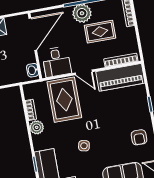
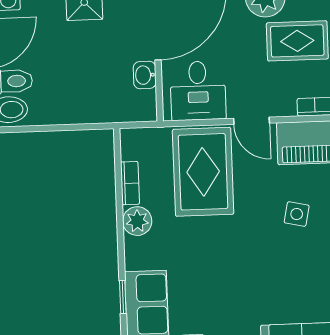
washbasin: (33, 70) -> (145, 75), moved
side table: (84, 146) -> (297, 214), moved

